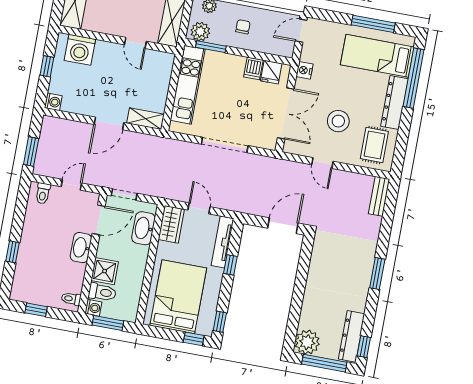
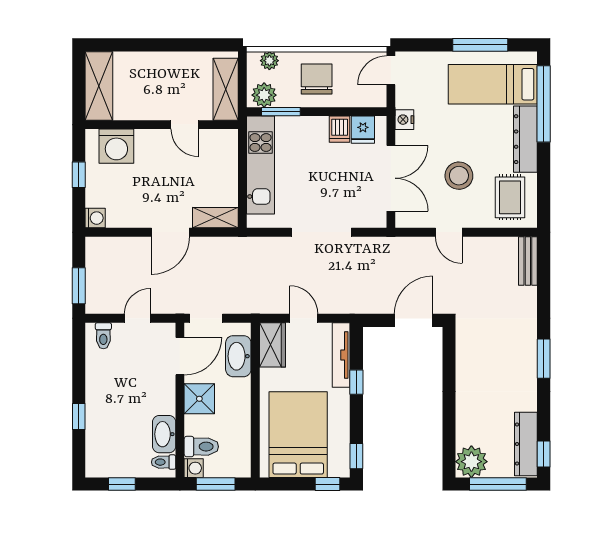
chair: (243, 27) -> (317, 79), width x1.87, depth x1.87
washbasin: (81, 248) -> (164, 434), moved
shower: (105, 271) -> (199, 399), moved

